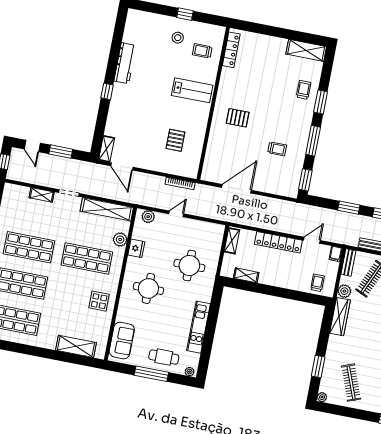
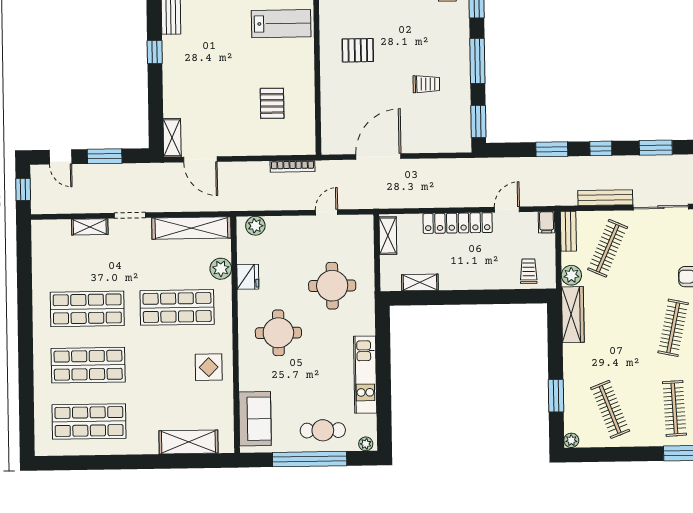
door: (176, 214) -> (327, 212), moved
window: (151, 374) -> (310, 459), width x1.46

